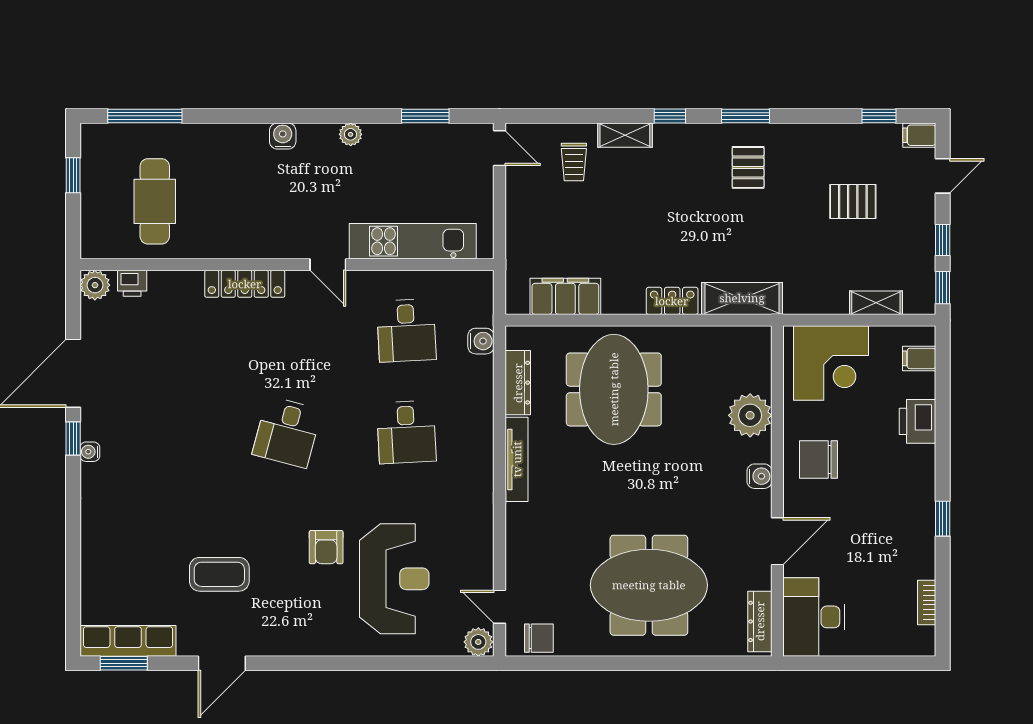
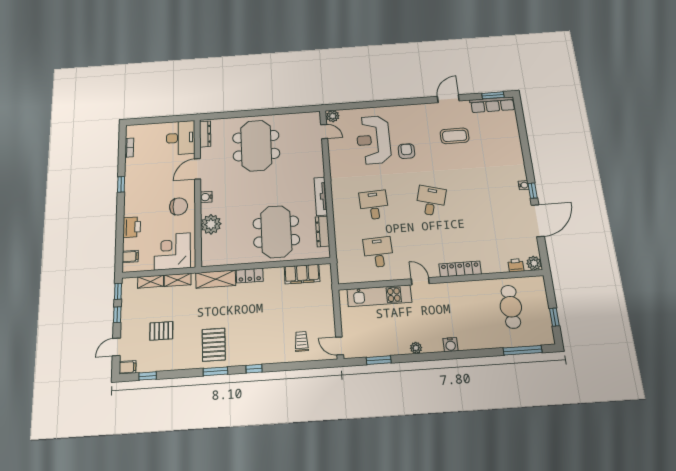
shelving: (625, 135) -> (178, 280), moved
pallet: (748, 167) -> (214, 345), width x1.50, depth x1.42
water cooler: (481, 341) -> (342, 250), removed
meeting table: (649, 585) -> (256, 146), turned 90
chair: (539, 638) -> (305, 120), removed

